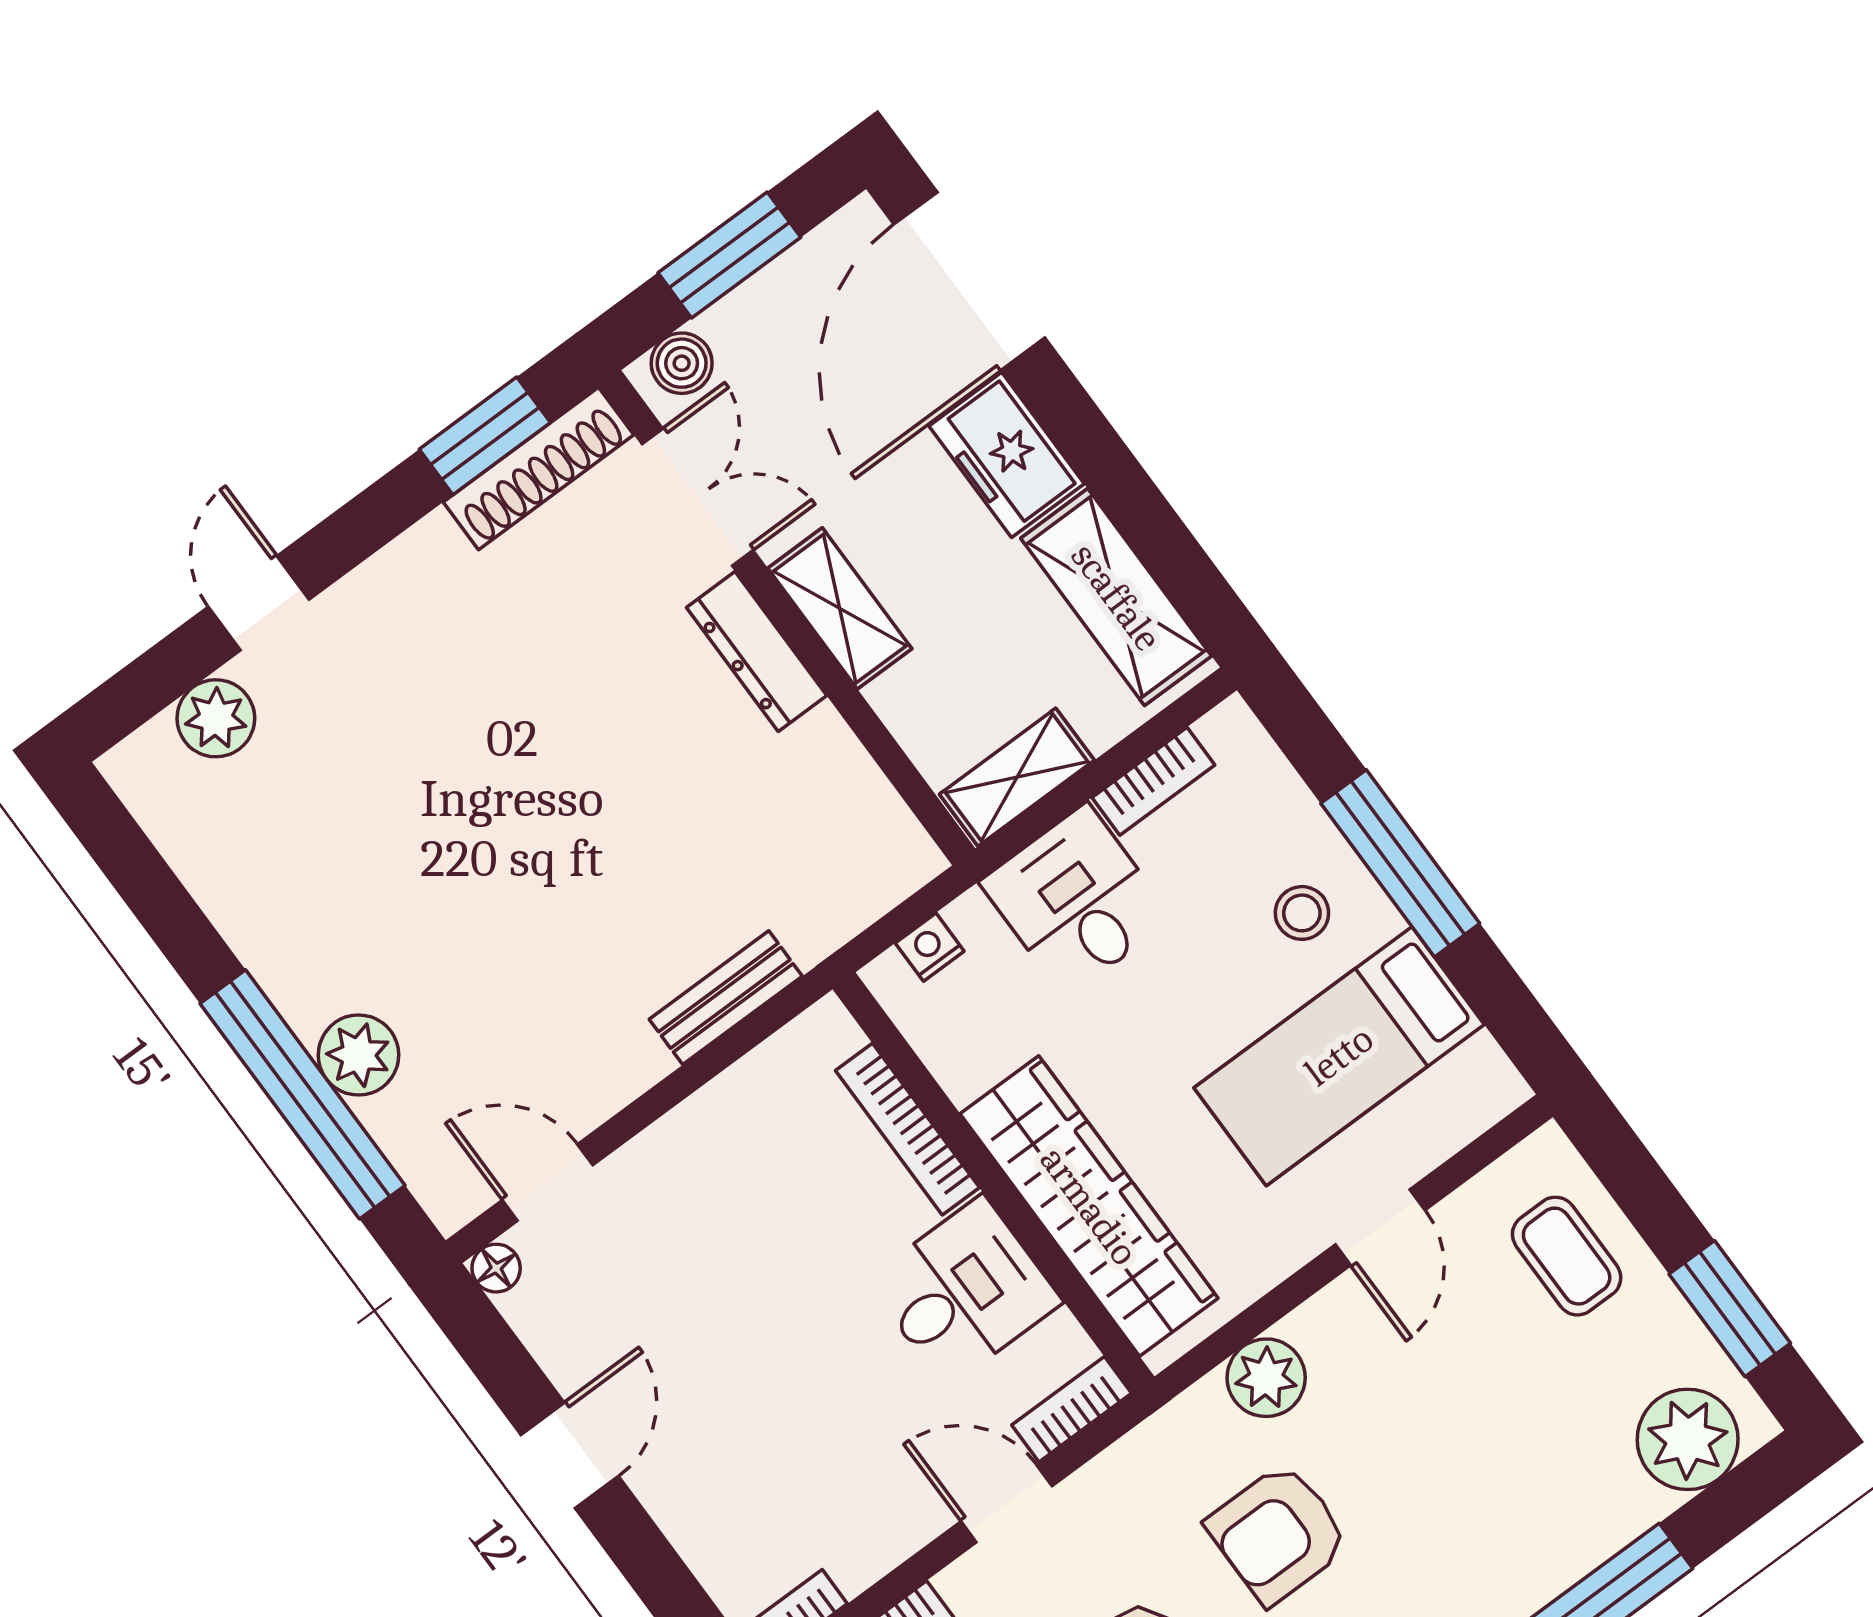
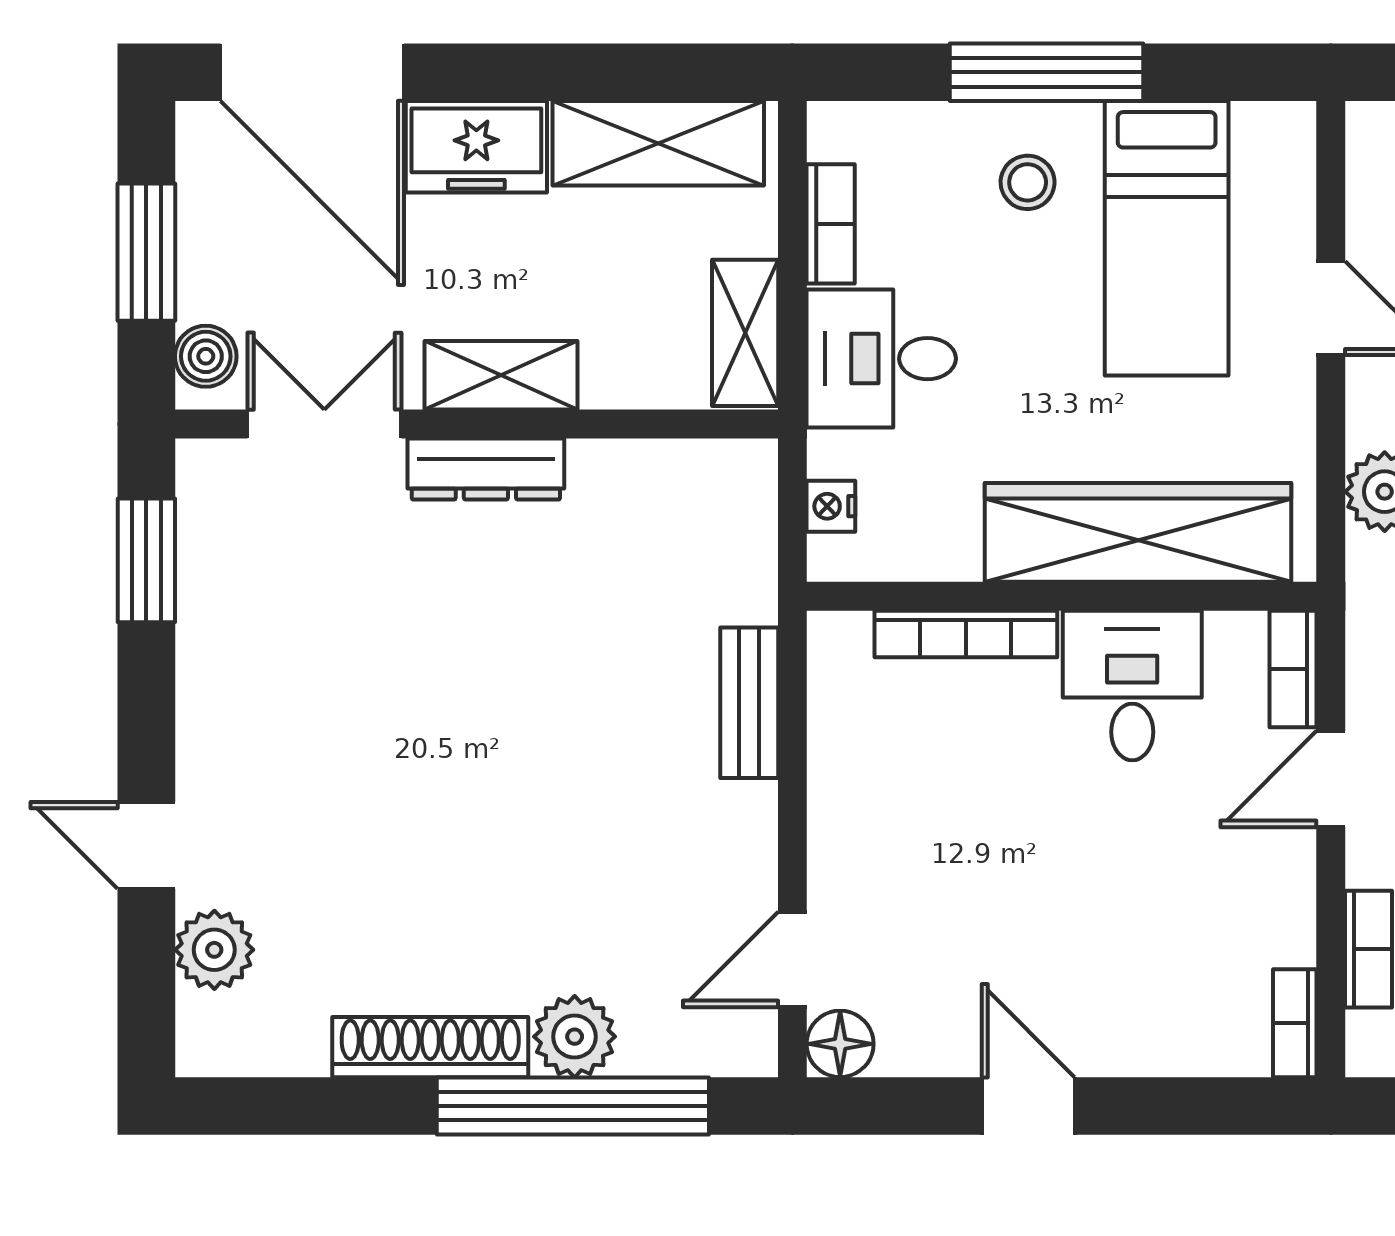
shoe rack: (539, 468) -> (430, 1047), moved, turned -90
floor lamp: (496, 1268) -> (840, 1044), width x1.37, depth x1.37

